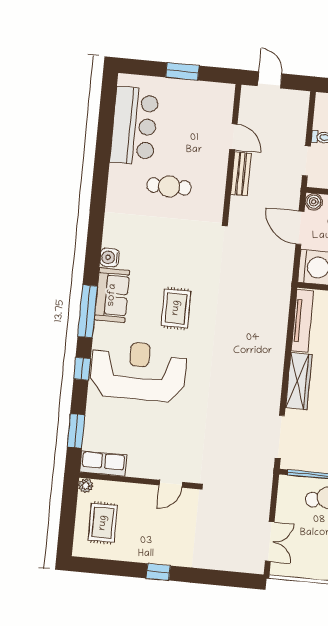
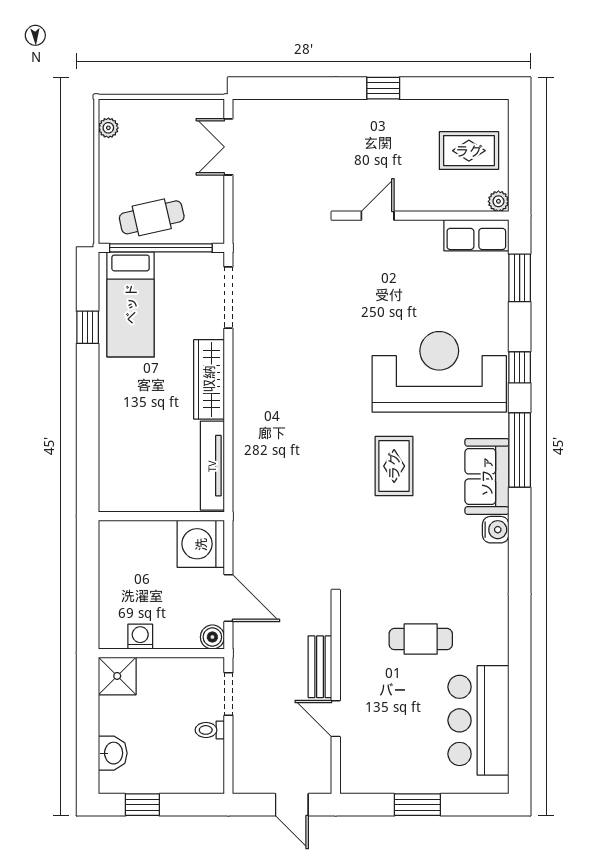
reception desk: (138, 371) -> (439, 372), turned 180
rug: (103, 523) -> (469, 151), turned 90

